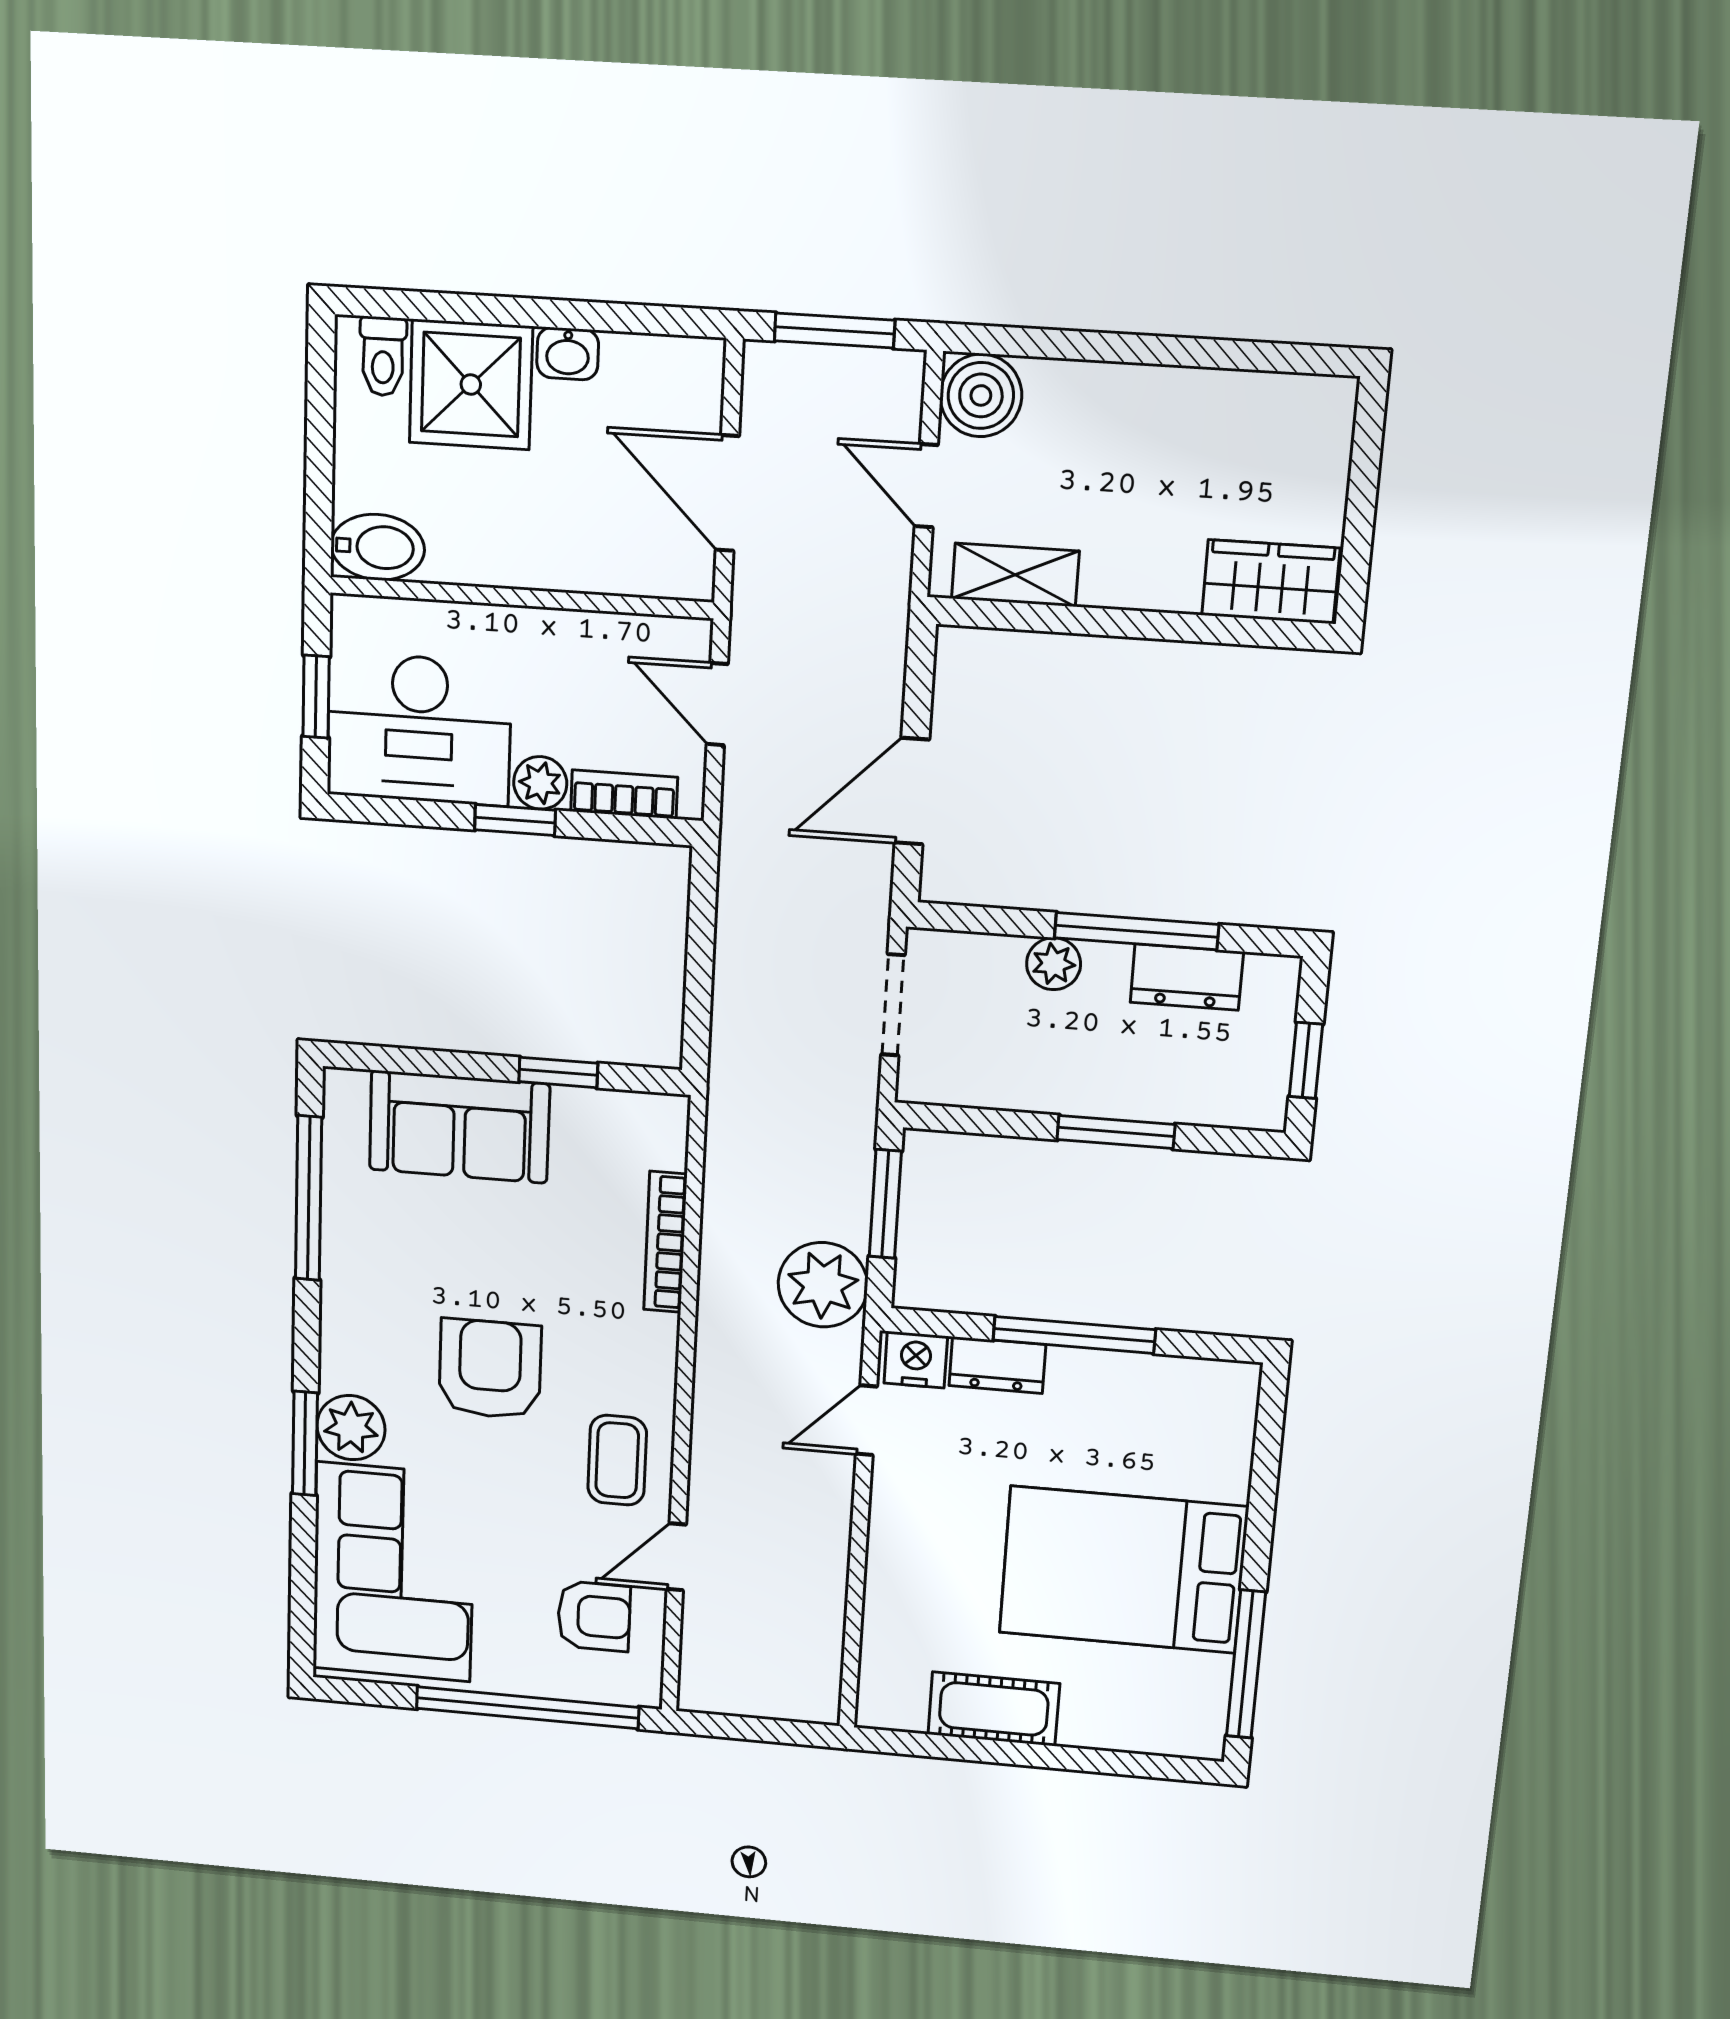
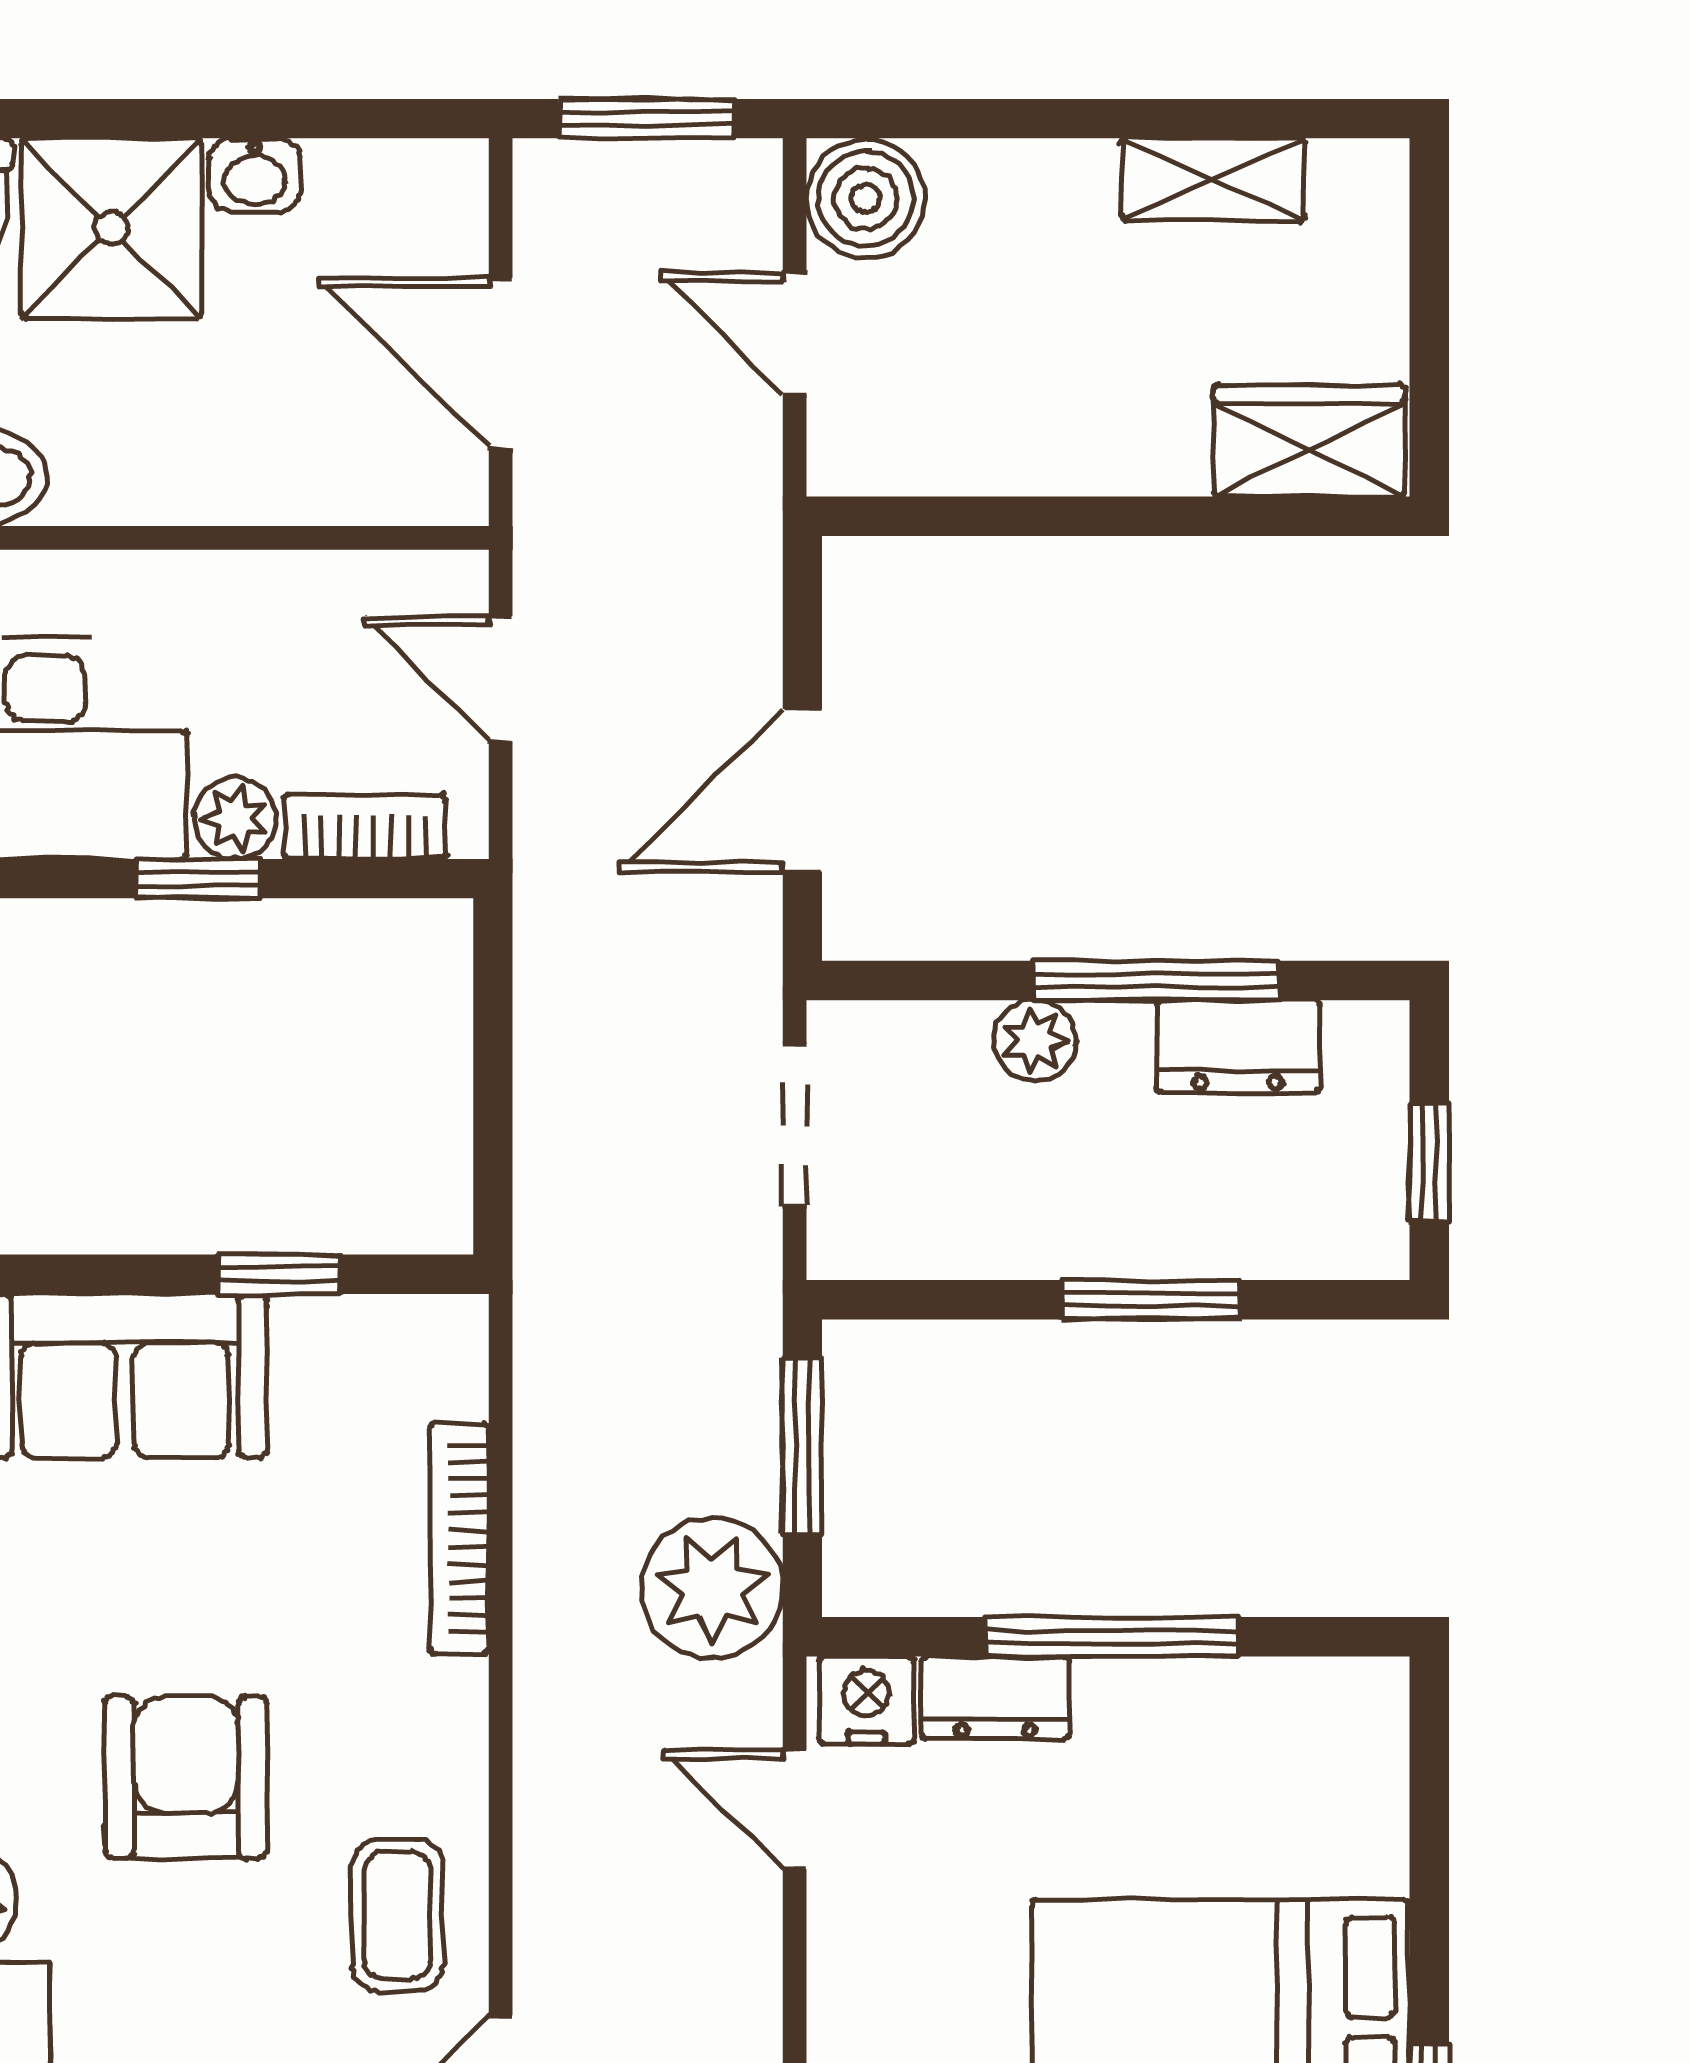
shelving: (1015, 575) -> (1213, 179), moved
door: (866, 1420) -> (795, 1809), hinge flipped

